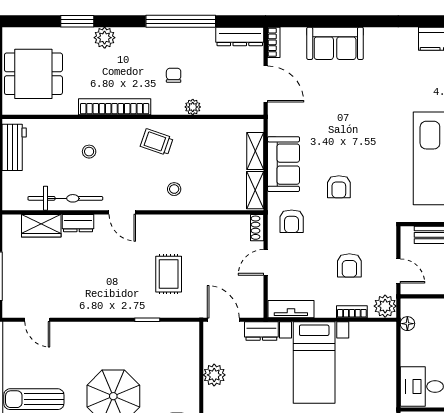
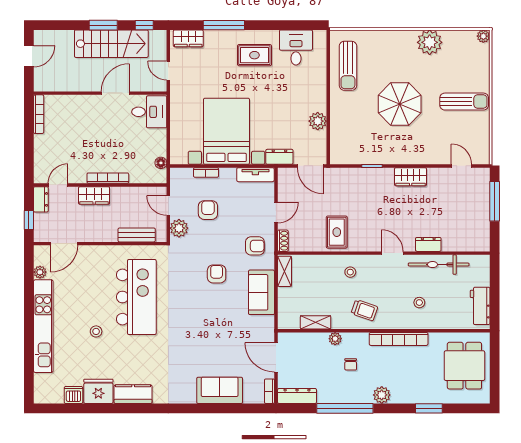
plant: (105, 38) -> (382, 395), moved
dining table: (33, 74) -> (464, 366), turned 90
shelving: (255, 151) -> (316, 322), moved, turned 90
armchair: (292, 221) -> (255, 246), turned 90
wardrobe: (41, 226) -> (411, 177), moved, turned 180
rug: (169, 274) -> (337, 232), moved
plant: (385, 306) -> (179, 228), moved
bed with nightstands: (314, 363) -> (226, 131), width x1.36

